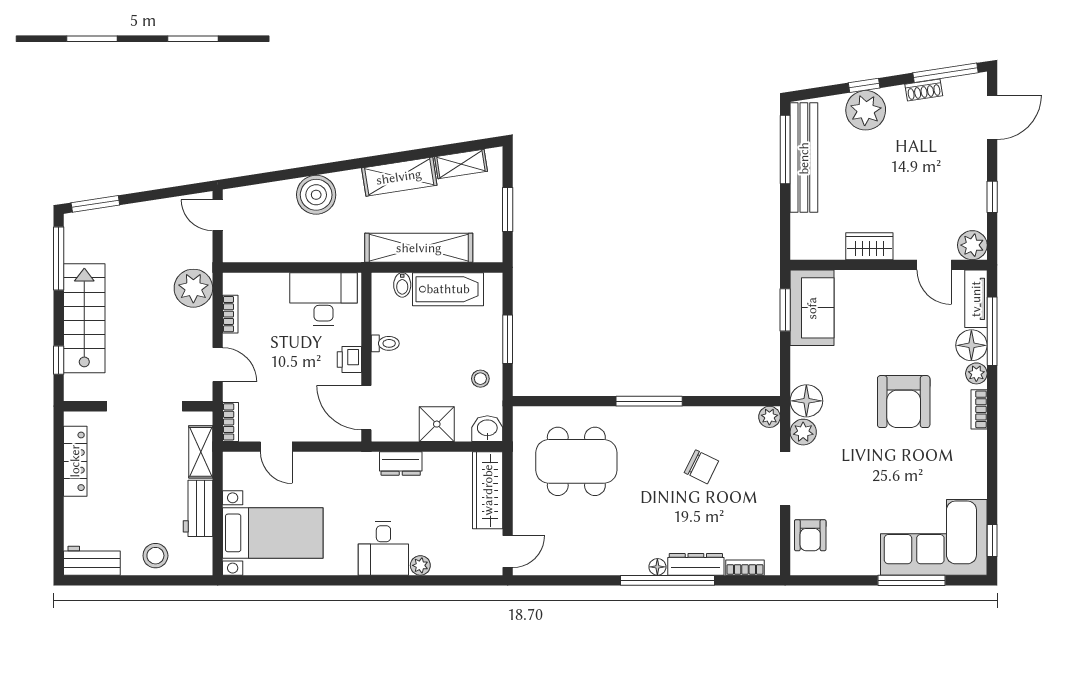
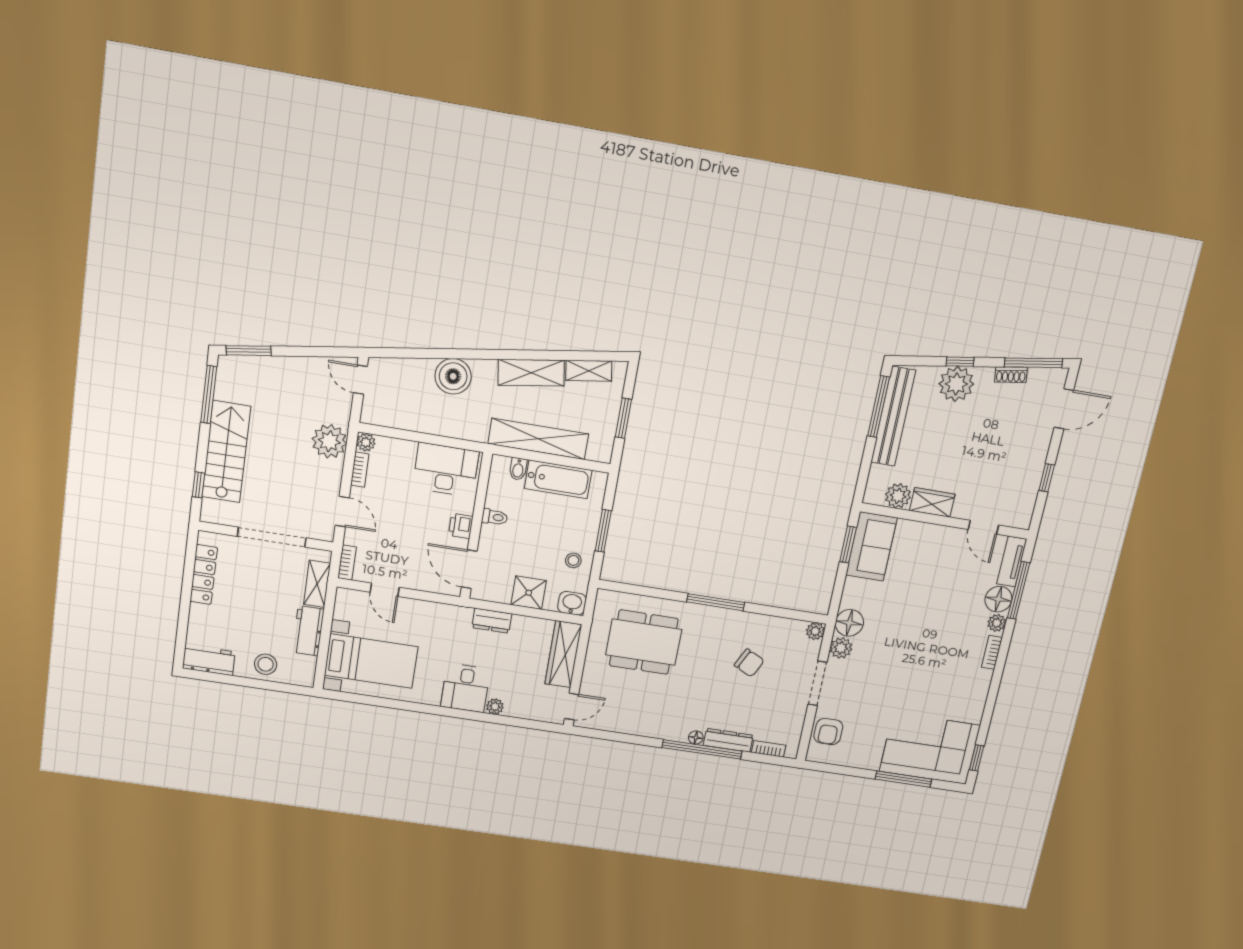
plant: (972, 245) -> (898, 496), moved
plant: (233, 283) -> (366, 442), added
armchair: (904, 402) -> (931, 636), removed

